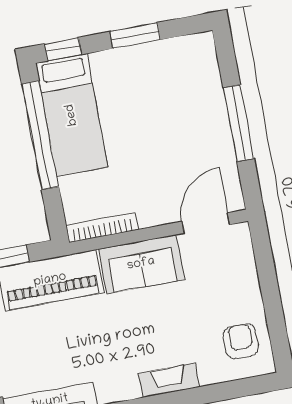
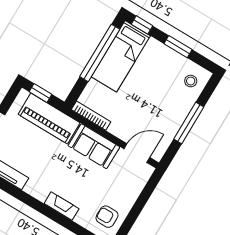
stool: (192, 66) -> (191, 81), added
armchair: (241, 341) -> (107, 217), turned -90

